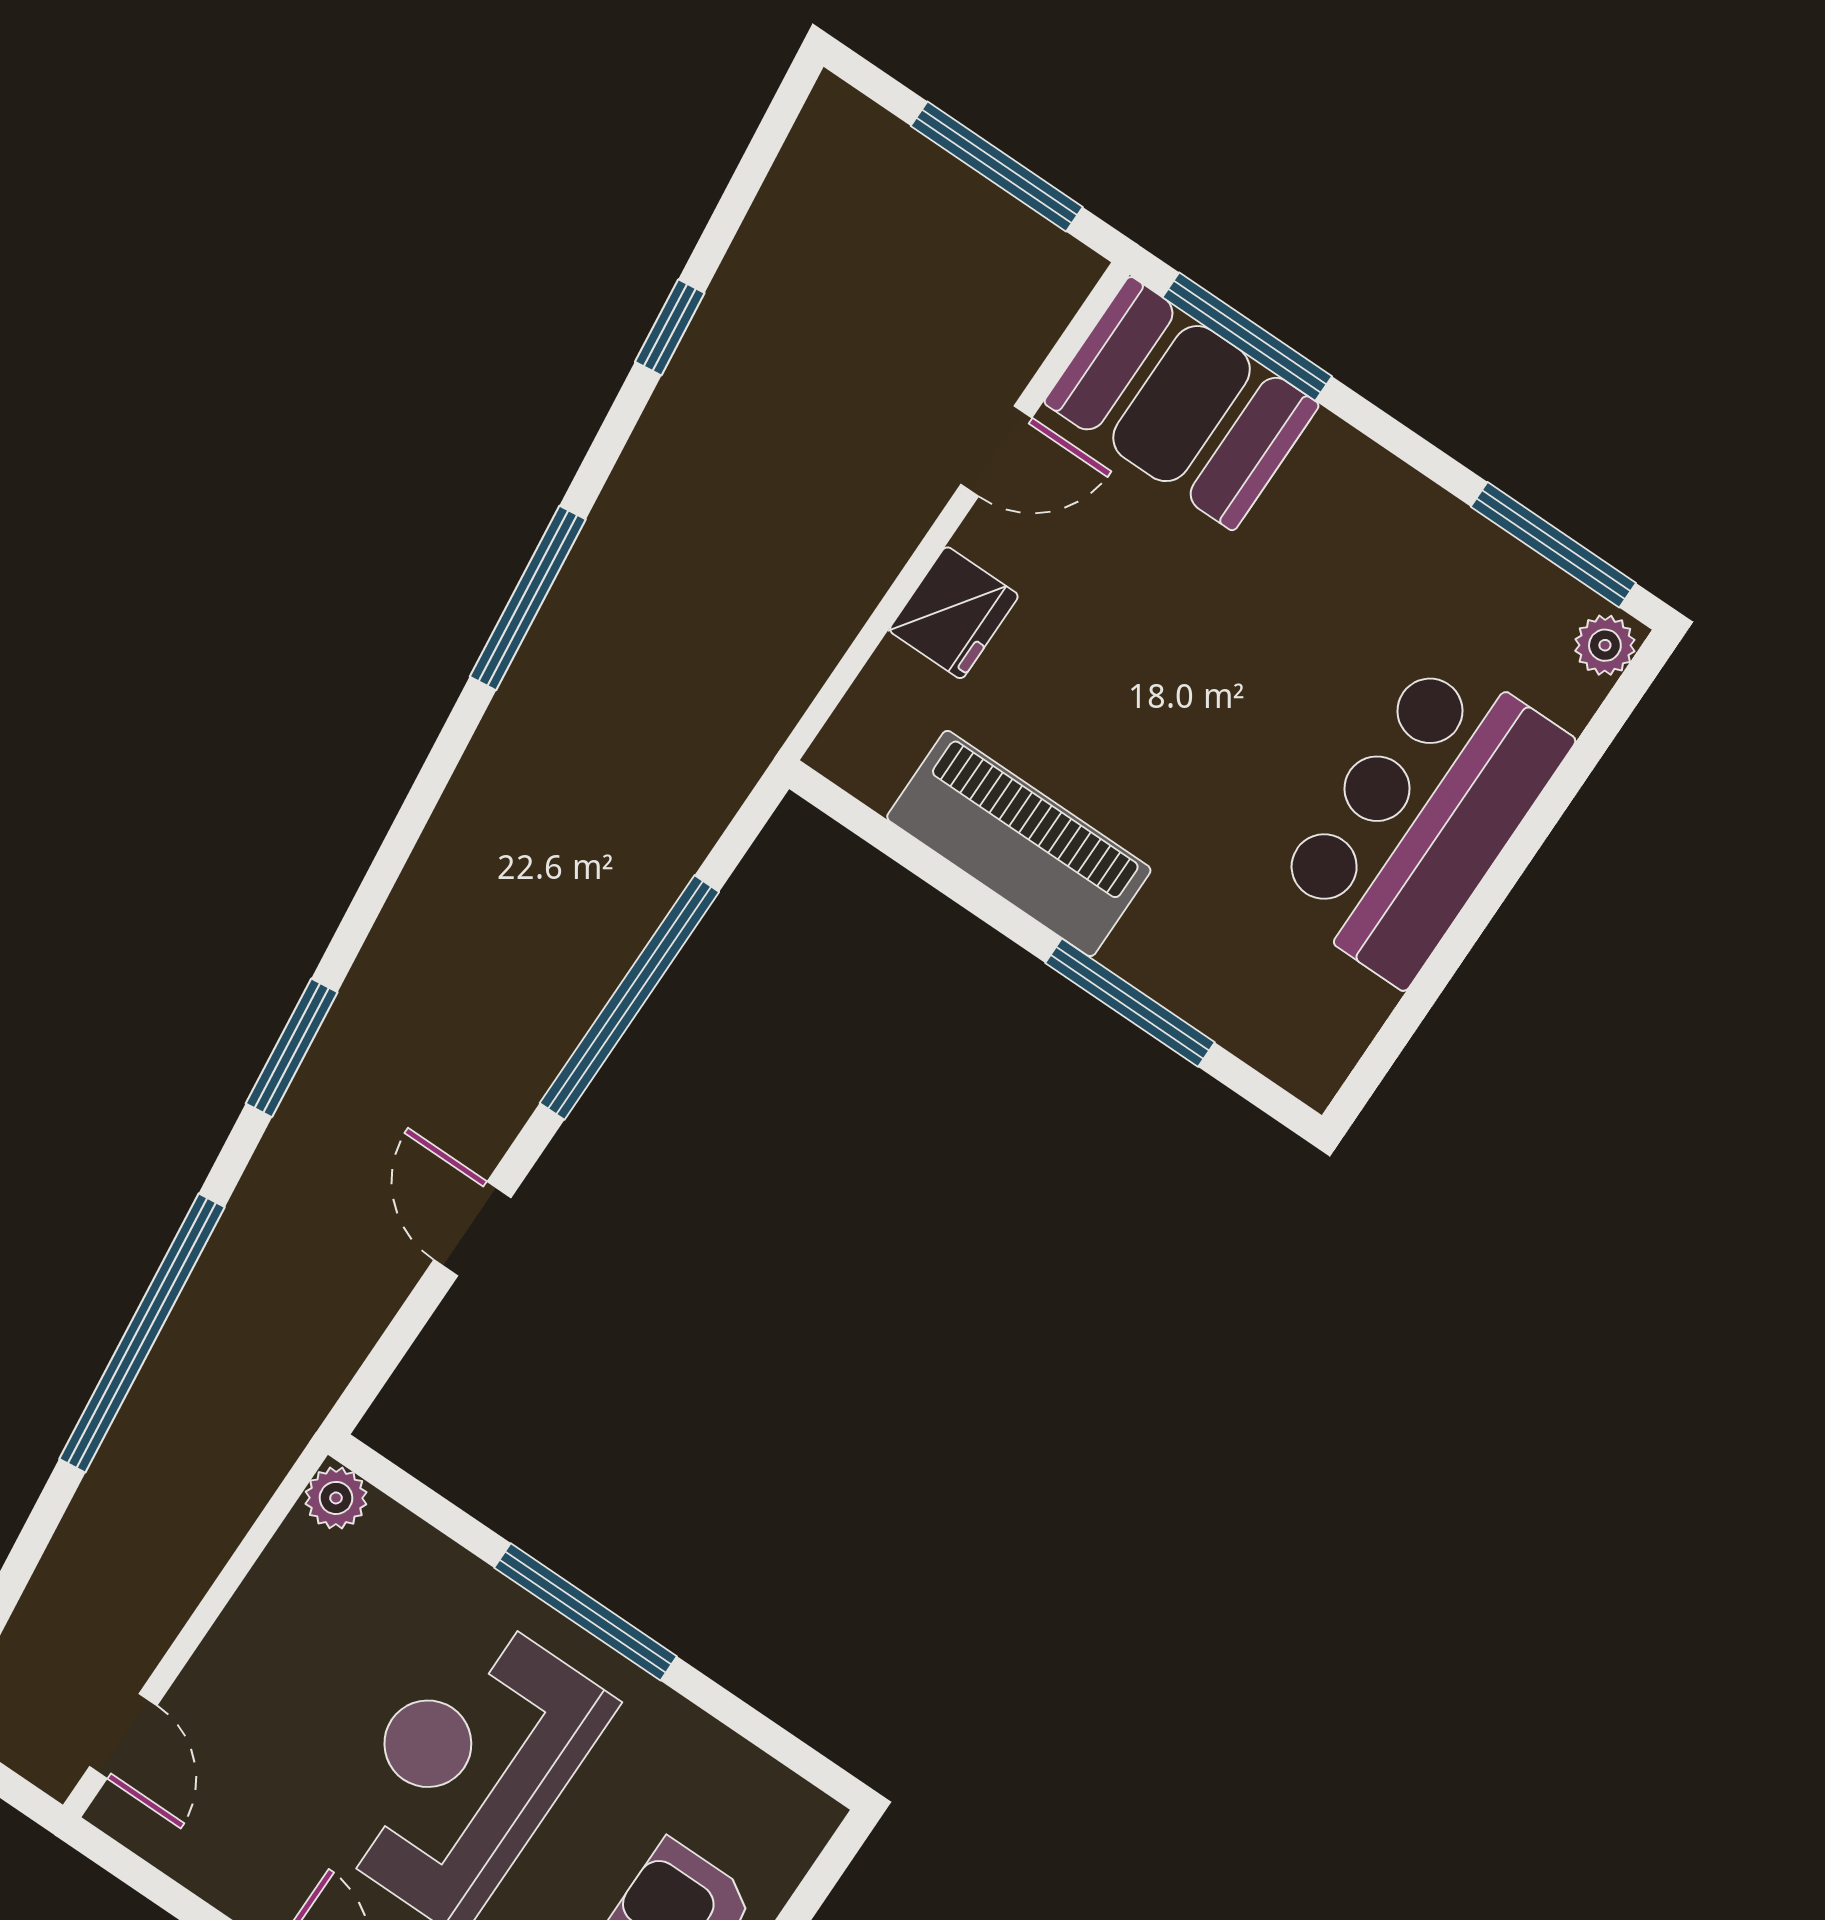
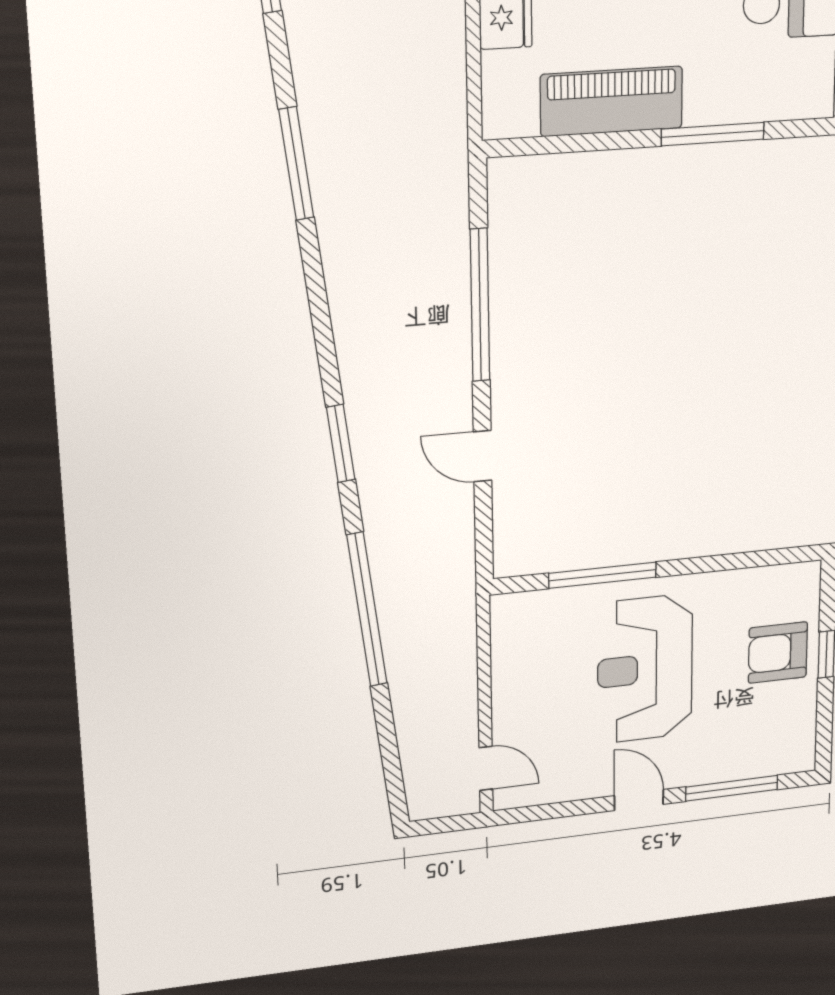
plant: (336, 1498) -> (506, 609), removed
window: (586, 1612) -> (602, 575), moved

